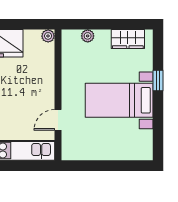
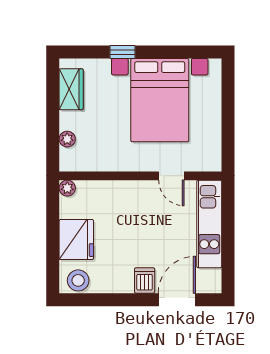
bed with nightstands: (119, 100) -> (160, 100), width x1.36

